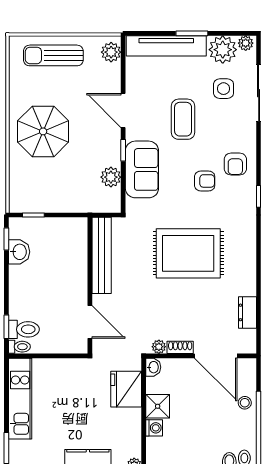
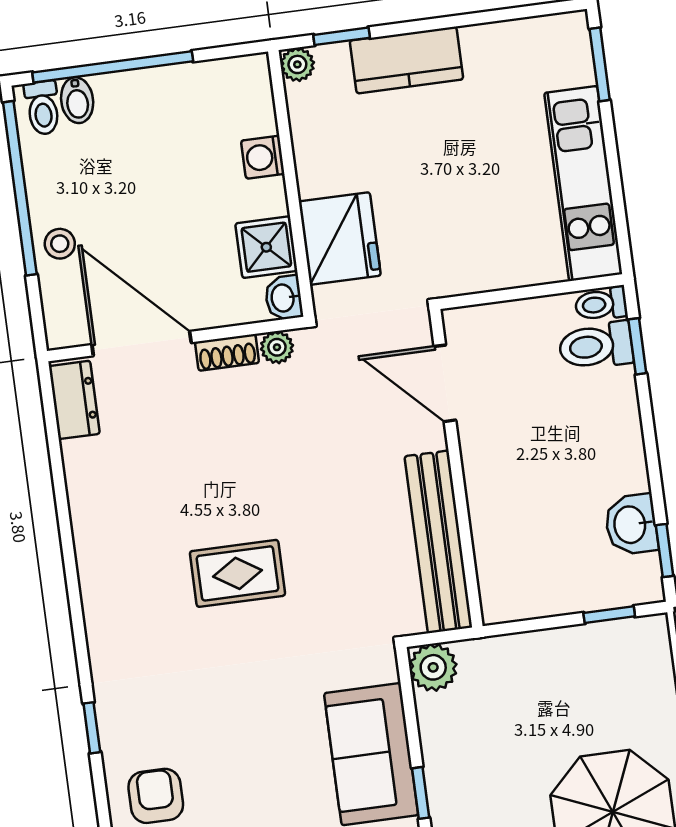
plant: (111, 177) -> (433, 667), moved
armchair: (205, 181) -> (222, 747), removed
rug: (188, 253) -> (238, 573), width x0.54, depth x0.49
dresser: (247, 312) -> (74, 400), moved
shower: (158, 406) -> (266, 247), moved

